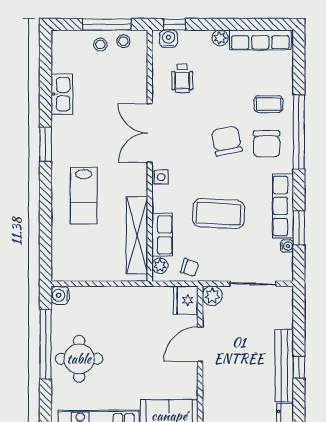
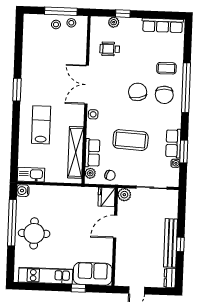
window: (174, 24) -> (123, 14), moved
plant: (220, 38) -> (114, 22), moved
water cooler: (169, 39) -> (101, 22), removed
wheelchair: (182, 78) -> (110, 49), turned 90
kitchen sink: (62, 94) -> (31, 175), moved, turned -90
lab bench: (84, 196) -> (41, 125), turned 180
row of seats: (283, 206) -> (173, 143), width x0.68

